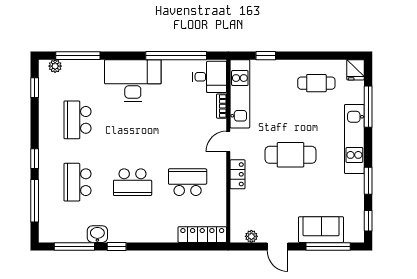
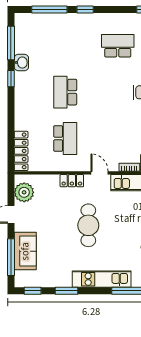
school desk: (77, 182) -> (65, 46), removed
plant: (251, 236) -> (24, 192), width x1.87, depth x1.87

